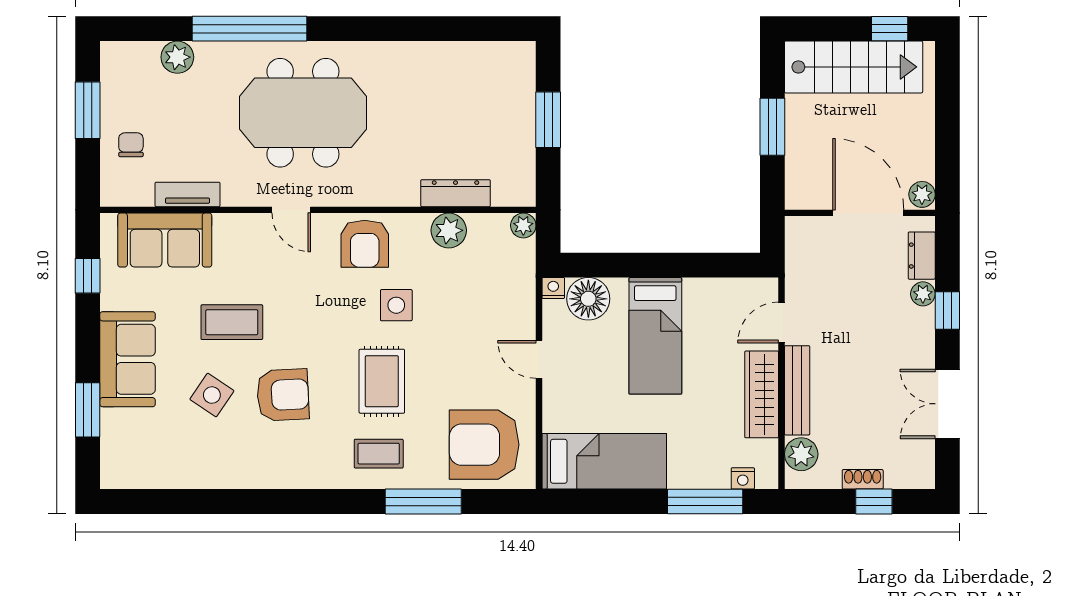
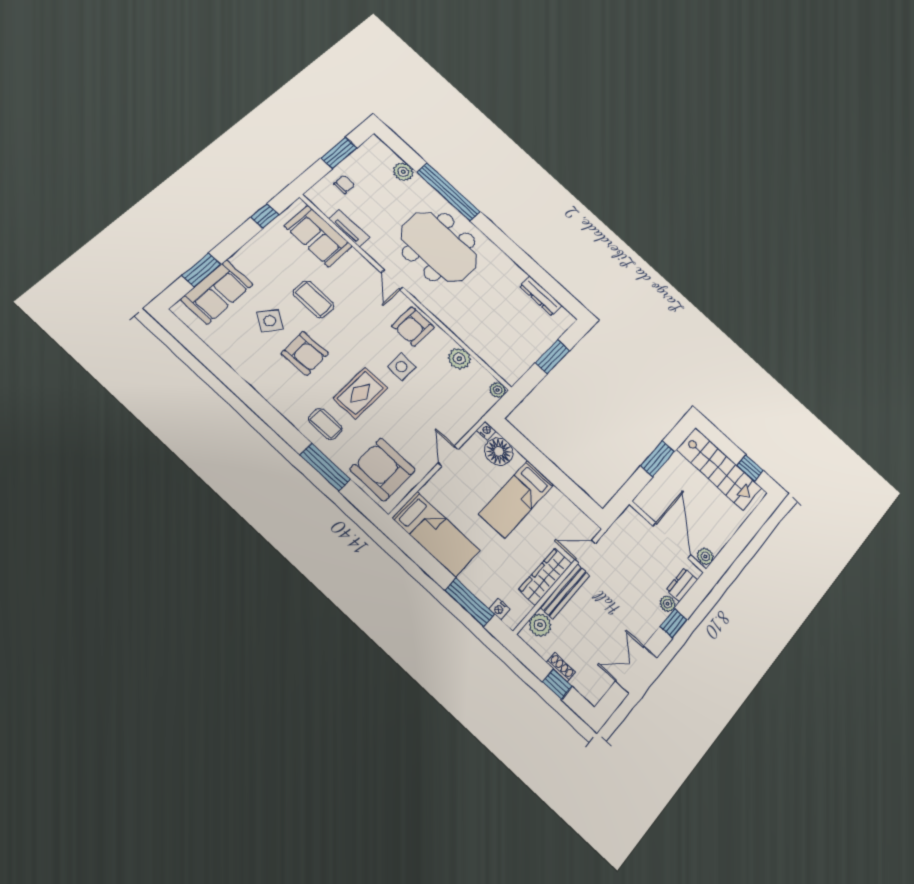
dresser: (455, 193) -> (541, 296), moved, turned 180
sofa: (128, 359) -> (217, 292), moved

